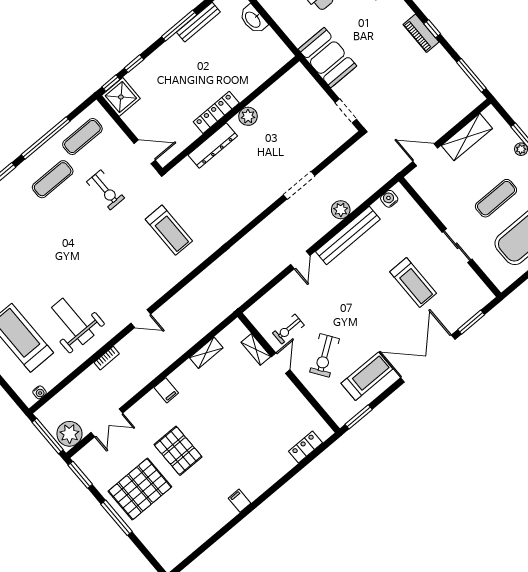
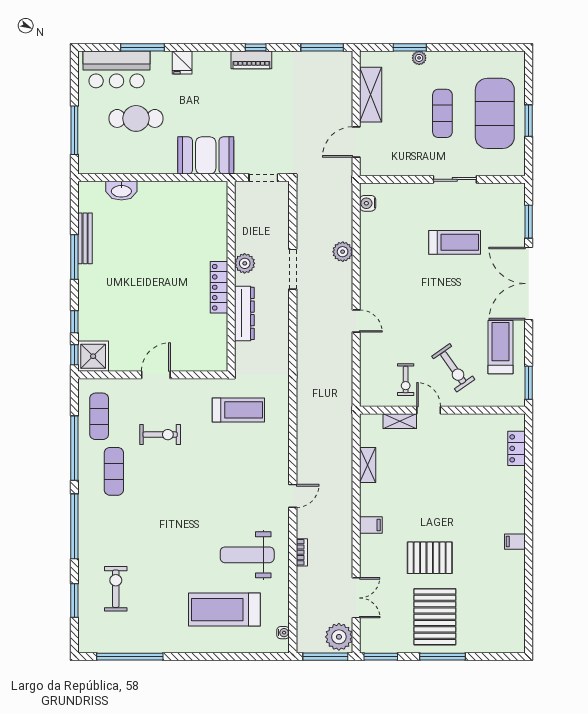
locker: (216, 112) -> (219, 287), moved
wall: (231, 114) -> (231, 276), moved
plant: (248, 116) -> (245, 263), moved
dresser: (213, 146) -> (244, 313), moved
bench: (348, 235) -> (369, 264), removed

